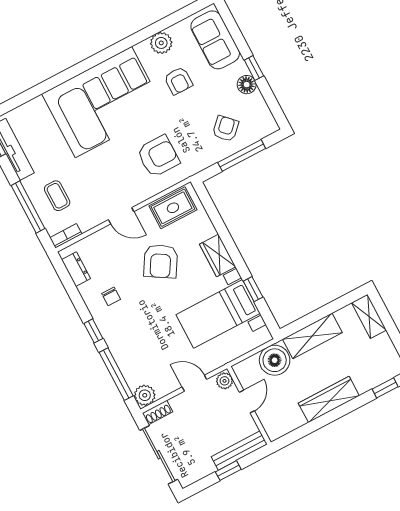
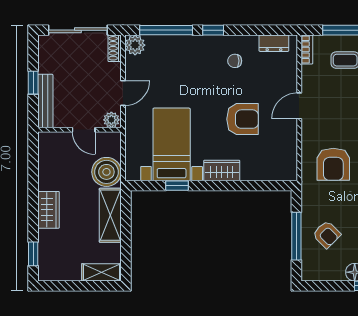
rug: (173, 208) -> (283, 154), removed
armchair: (161, 261) -> (243, 119), turned 149
wardrobe: (329, 399) -> (48, 210), width x0.67

